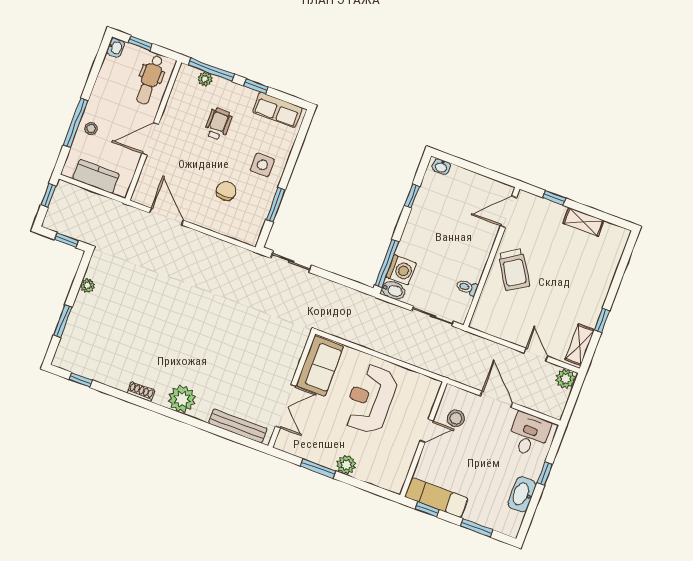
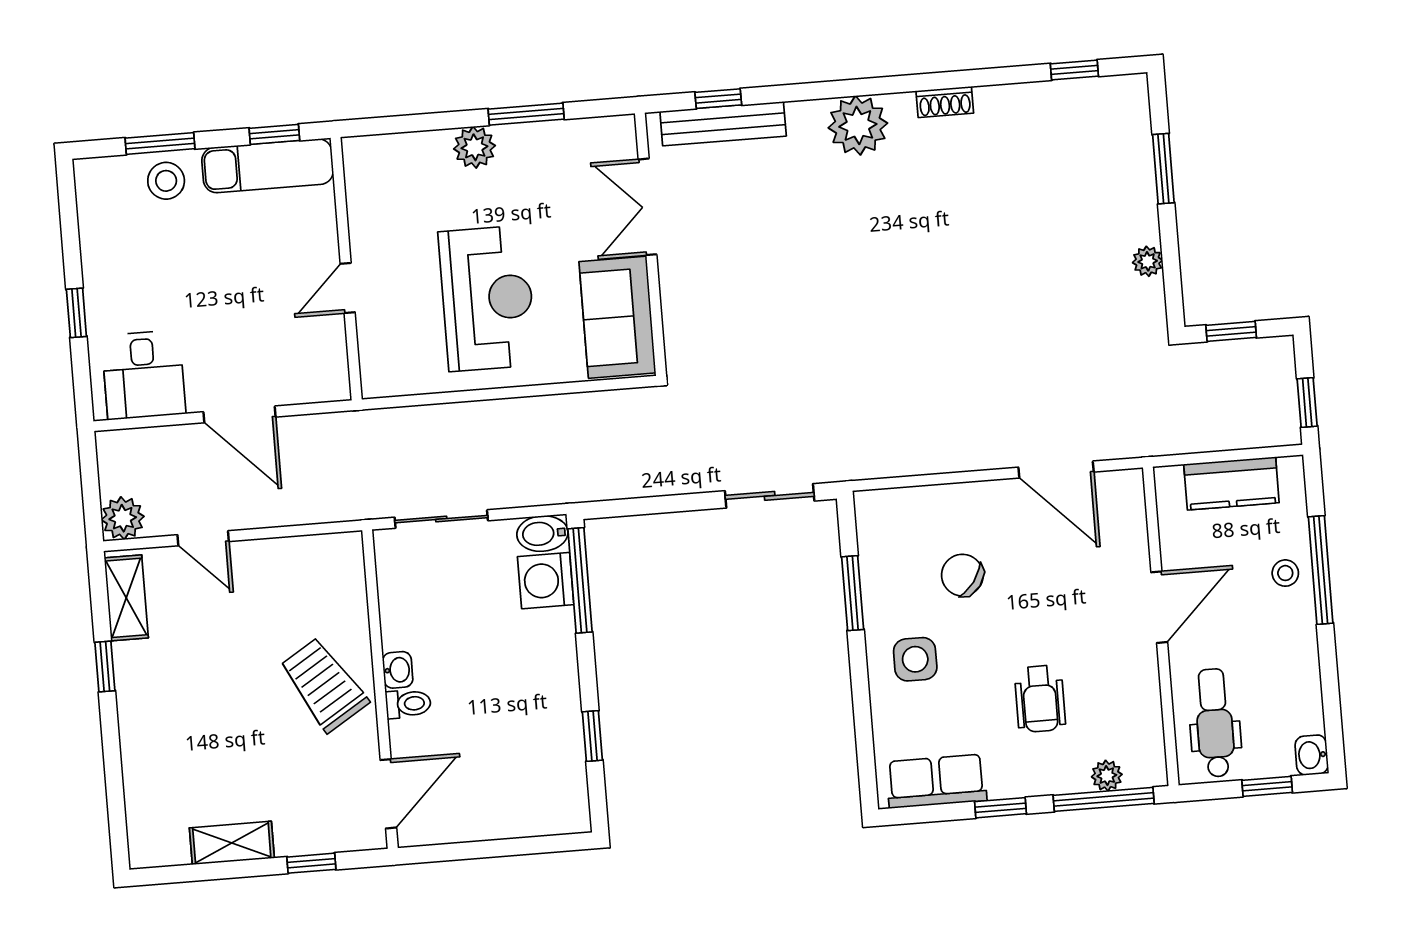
washbasin: (441, 167) -> (398, 670), moved, turned 90
chair: (226, 191) -> (962, 575), turned 126
toilet: (467, 287) -> (408, 704), moved
stool: (456, 418) -> (166, 181), moved
window: (235, 437) -> (718, 99), added
washbasin: (522, 494) -> (102, 251), removed

